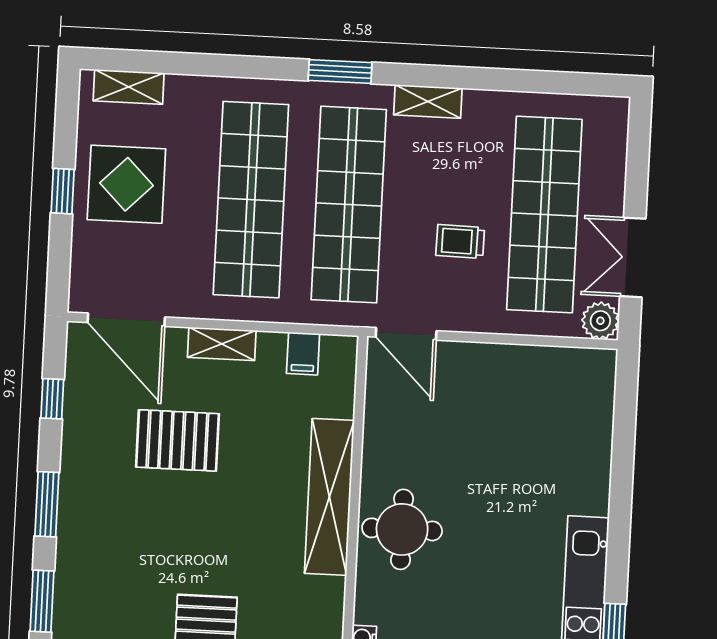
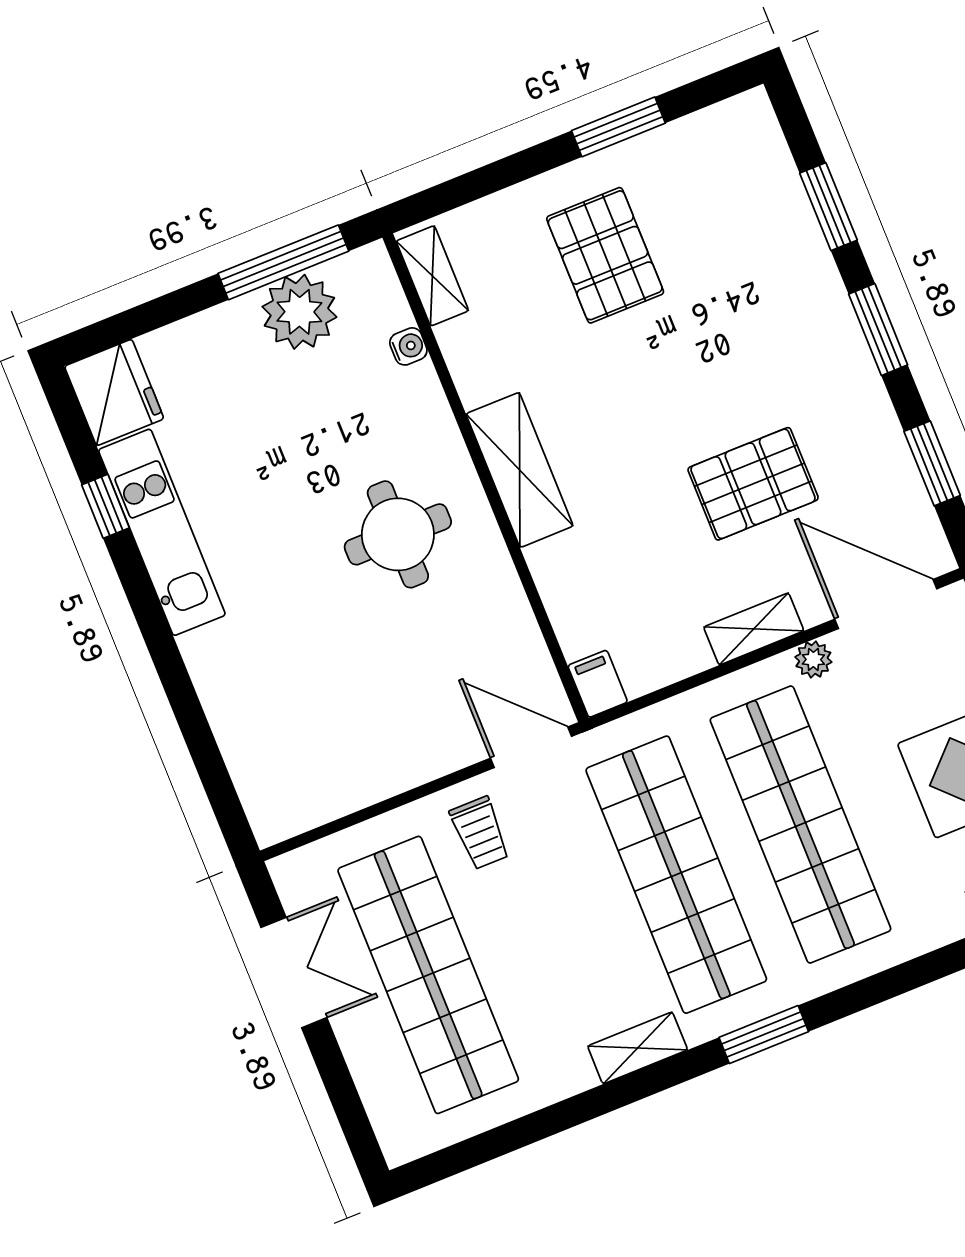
trolley: (460, 241) -> (480, 833), moved, turned 89
plant: (600, 321) -> (813, 659), moved, width x0.73, depth x0.73
filing cabinet: (303, 354) -> (598, 684), moved
window: (52, 399) -> (932, 463), width x1.50
shelving: (329, 497) -> (520, 470), width x0.68
round table: (402, 529) -> (398, 534), moved

